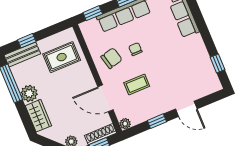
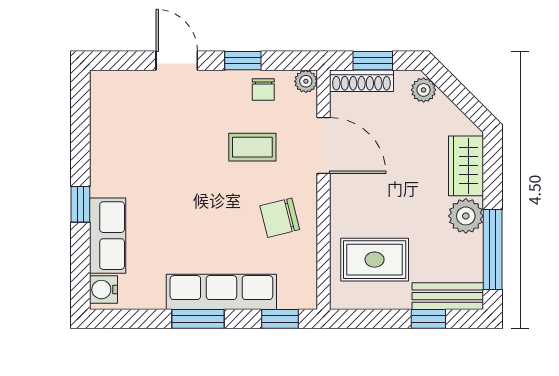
chair: (135, 49) -> (263, 89), moved
window: (218, 63) -> (80, 204), moved

